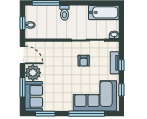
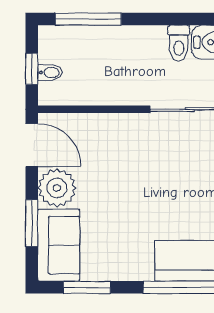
toilet: (64, 13) -> (179, 43), moved
armchair: (84, 61) -> (180, 159), removed

